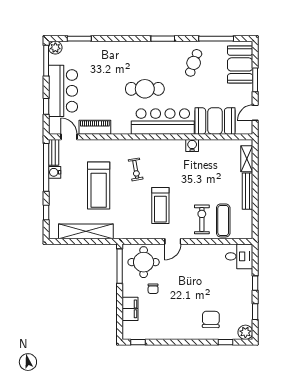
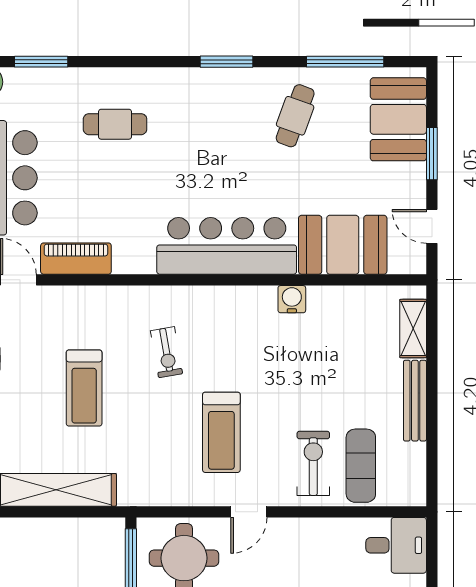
cafe table: (145, 89) -> (115, 124), moved, width x0.73, depth x0.74
door: (255, 113) -> (432, 226), hinge flipped
treadmill: (99, 186) -> (84, 388), width x0.73, depth x0.73

